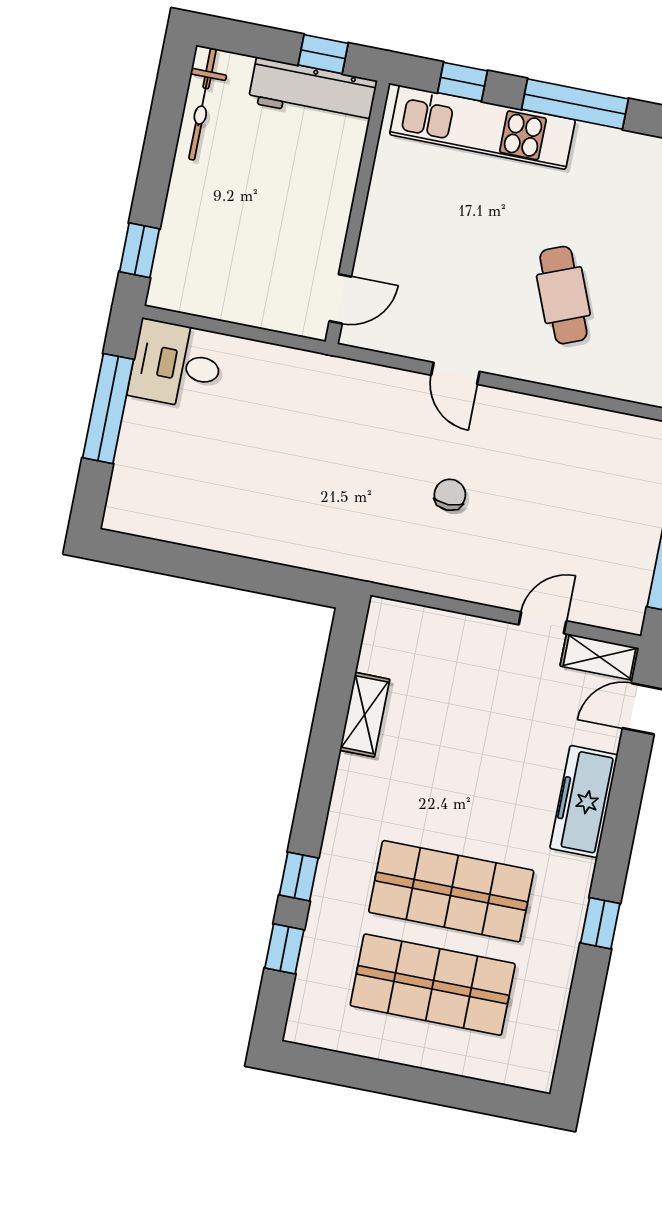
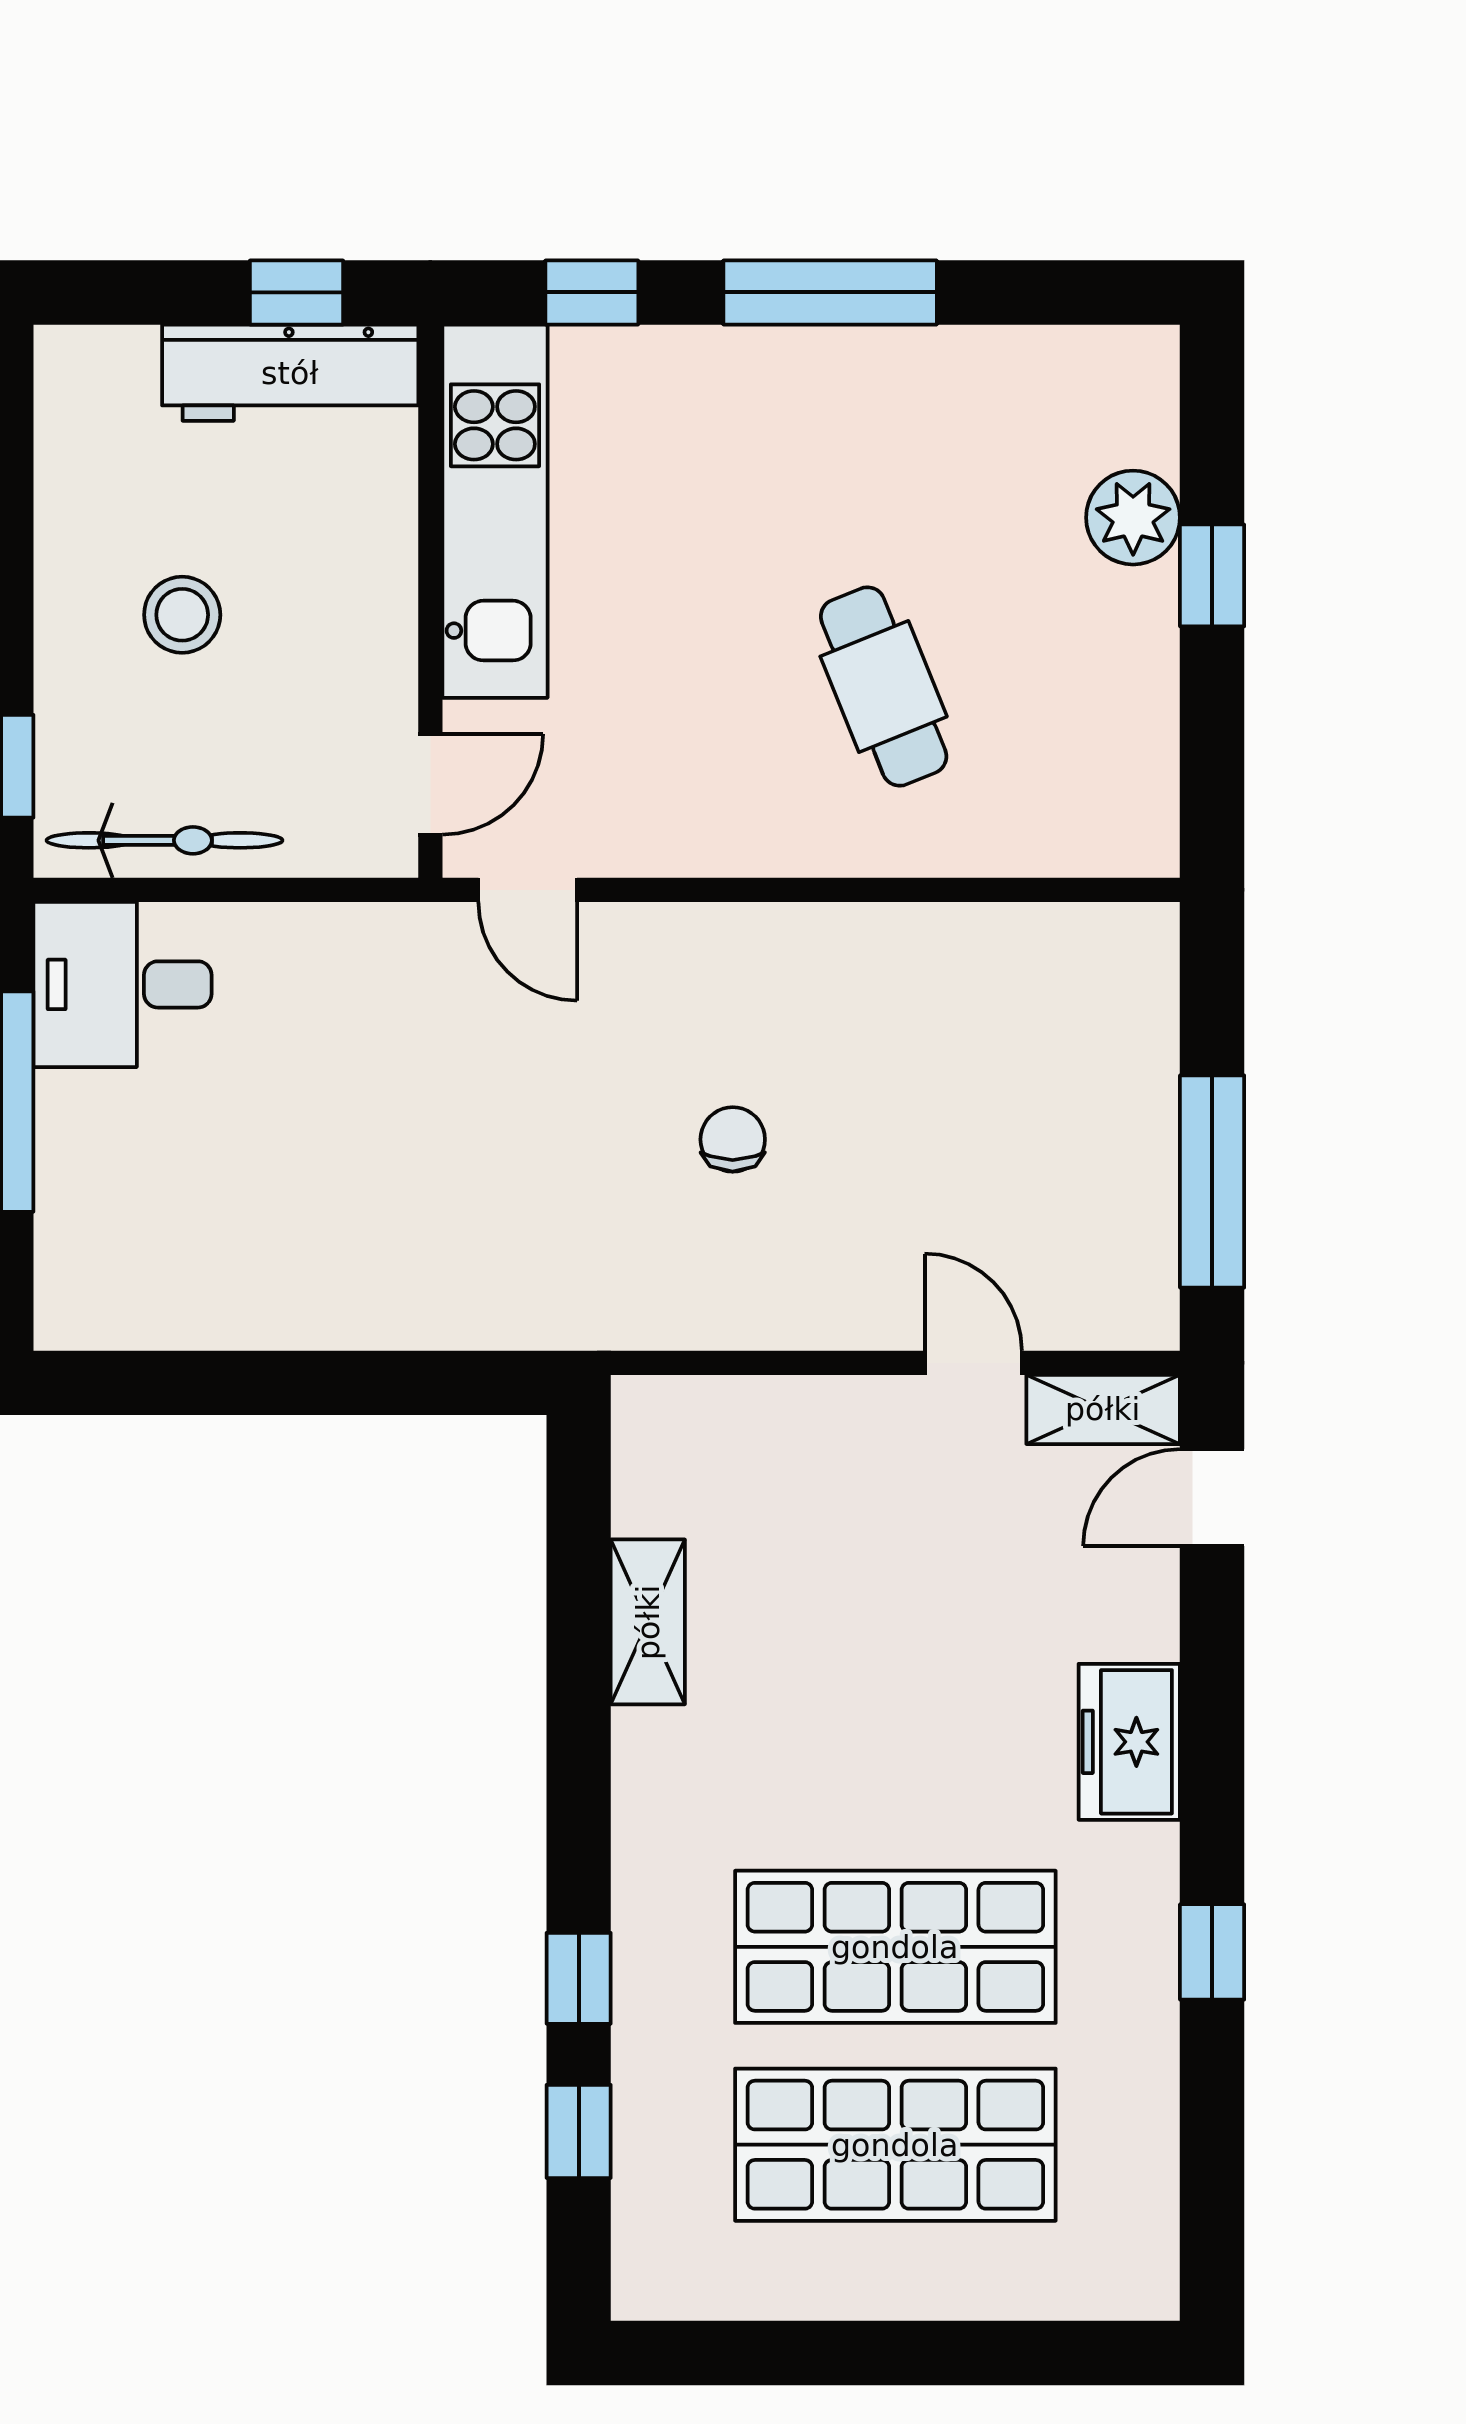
bicycle: (203, 104) -> (165, 840), moved, turned -90
kitchen unit: (482, 127) -> (495, 511), moved, turned -90
stool: (239, 196) -> (182, 615), added
door: (455, 373) -> (528, 890), moved
door: (543, 623) -> (973, 1363), hinge flipped
freezer: (584, 802) -> (1129, 1742), width x0.71

